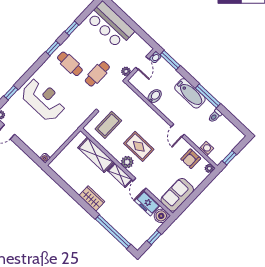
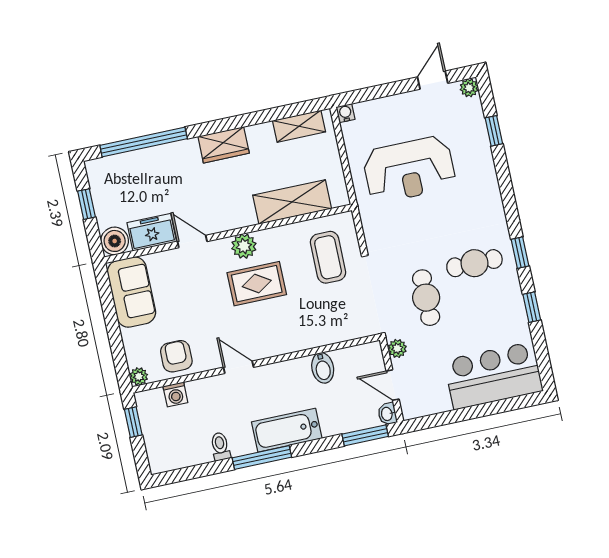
reception desk: (44, 99) -> (409, 169), moved
shelving: (120, 175) -> (299, 126), moved

